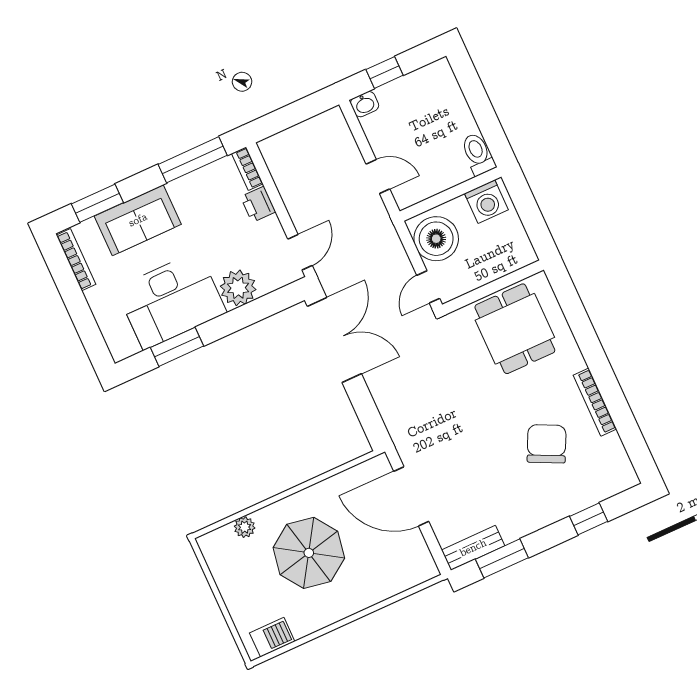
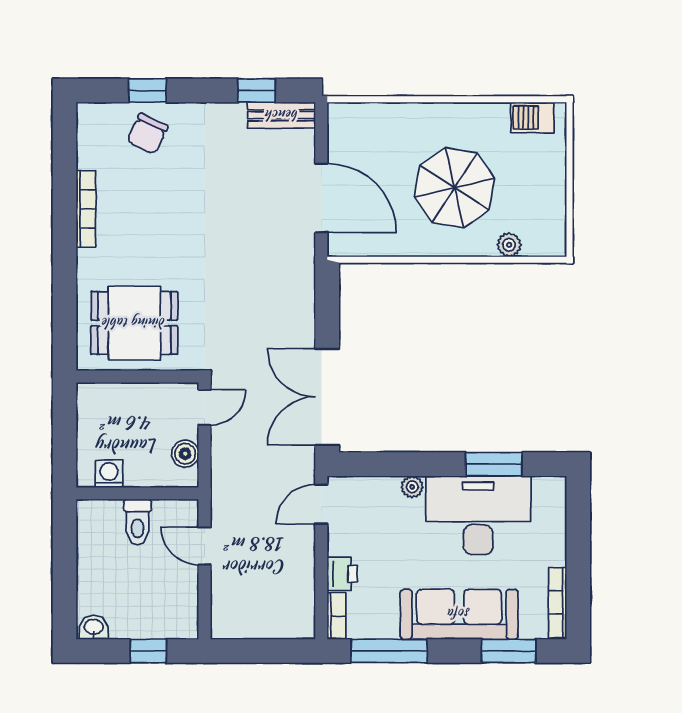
washbasin: (365, 104) -> (94, 627), moved
toilet: (478, 154) -> (138, 522), moved
washing machine: (486, 202) -> (109, 474), width x0.73, depth x0.73
sofa: (138, 220) -> (459, 614), width x1.36
boiler: (436, 239) -> (185, 454), width x0.54, depth x0.54
plant: (238, 288) -> (412, 487), width x0.53, depth x0.53
dining table: (515, 329) -> (134, 323), turned 90
chair: (547, 444) -> (147, 134), moved, width x0.73, depth x0.73
window: (502, 558) -> (257, 91), width x0.67

